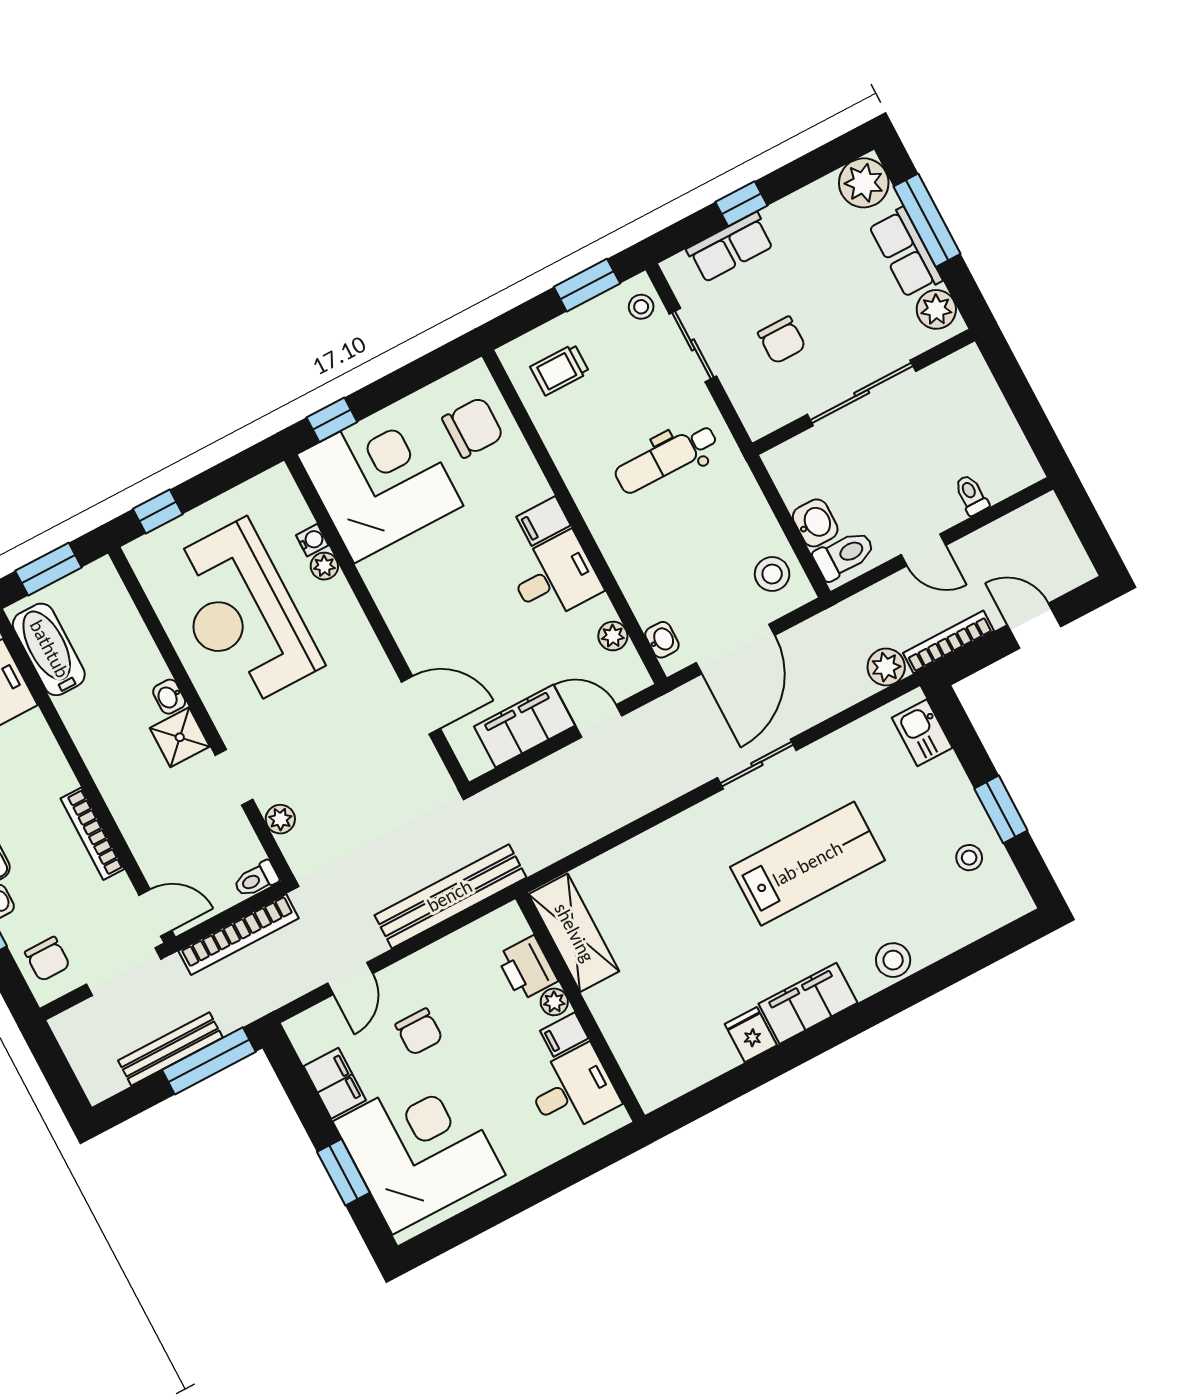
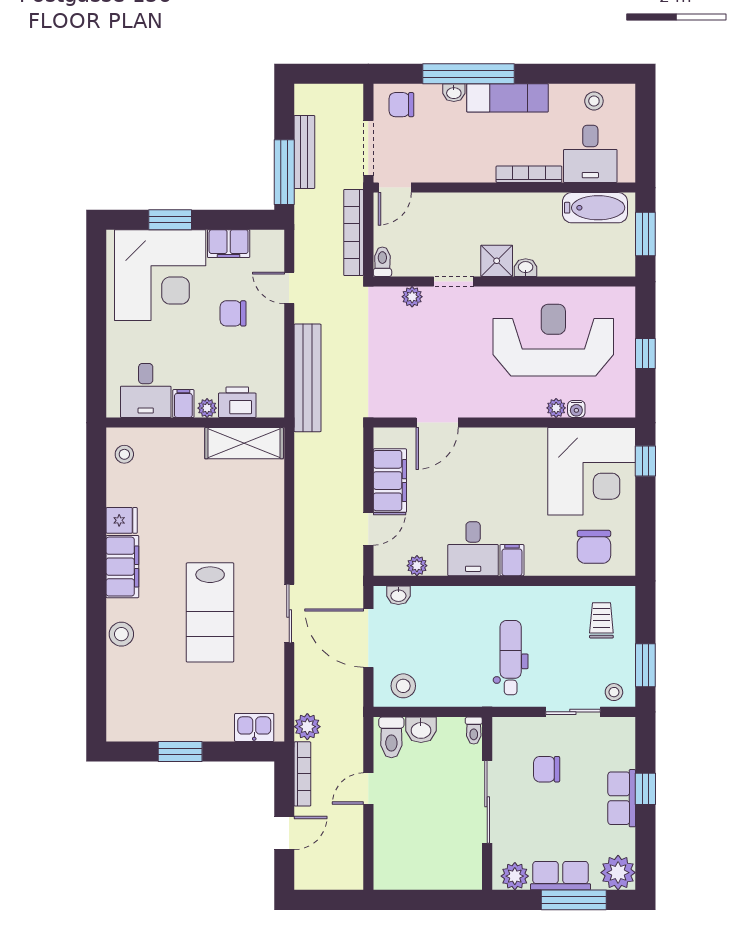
row of seats: (730, 247) -> (622, 798), moved
toilet: (971, 495) -> (474, 731), moved, turned 90
window: (158, 512) -> (645, 353), moved
bookcase: (92, 834) -> (529, 174), moved
stool: (969, 858) -> (124, 454), moved

